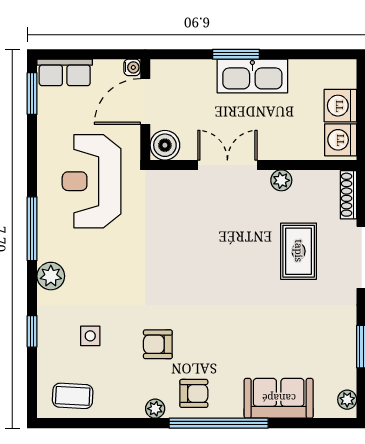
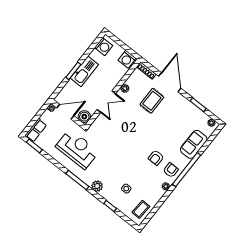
door: (145, 101) -> (65, 112), swing flipped
washing machine: (340, 106) -> (104, 47), moved, turned -90
double door: (227, 165) -> (106, 102), swing flipped
reception desk: (92, 181) -> (77, 149), turned 180
rug: (299, 251) -> (152, 101), turned 90
armchair: (158, 344) -> (156, 158), moved

